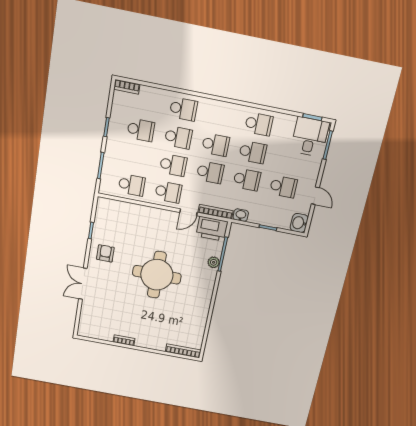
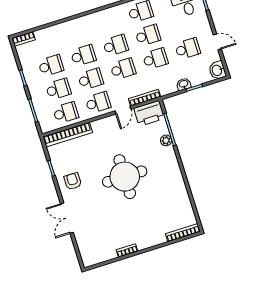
school desk: (183, 109) -> (58, 89), moved
bookcase: (123, 207) -> (68, 135), added
washbasin: (241, 215) -> (184, 84), moved

